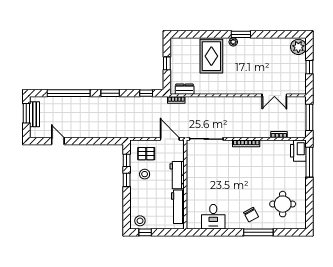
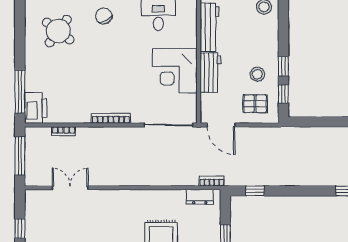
window: (110, 93) -> (307, 191), removed
corner desk: (202, 176) -> (175, 71), added
round table: (283, 204) -> (58, 31), turned 37

